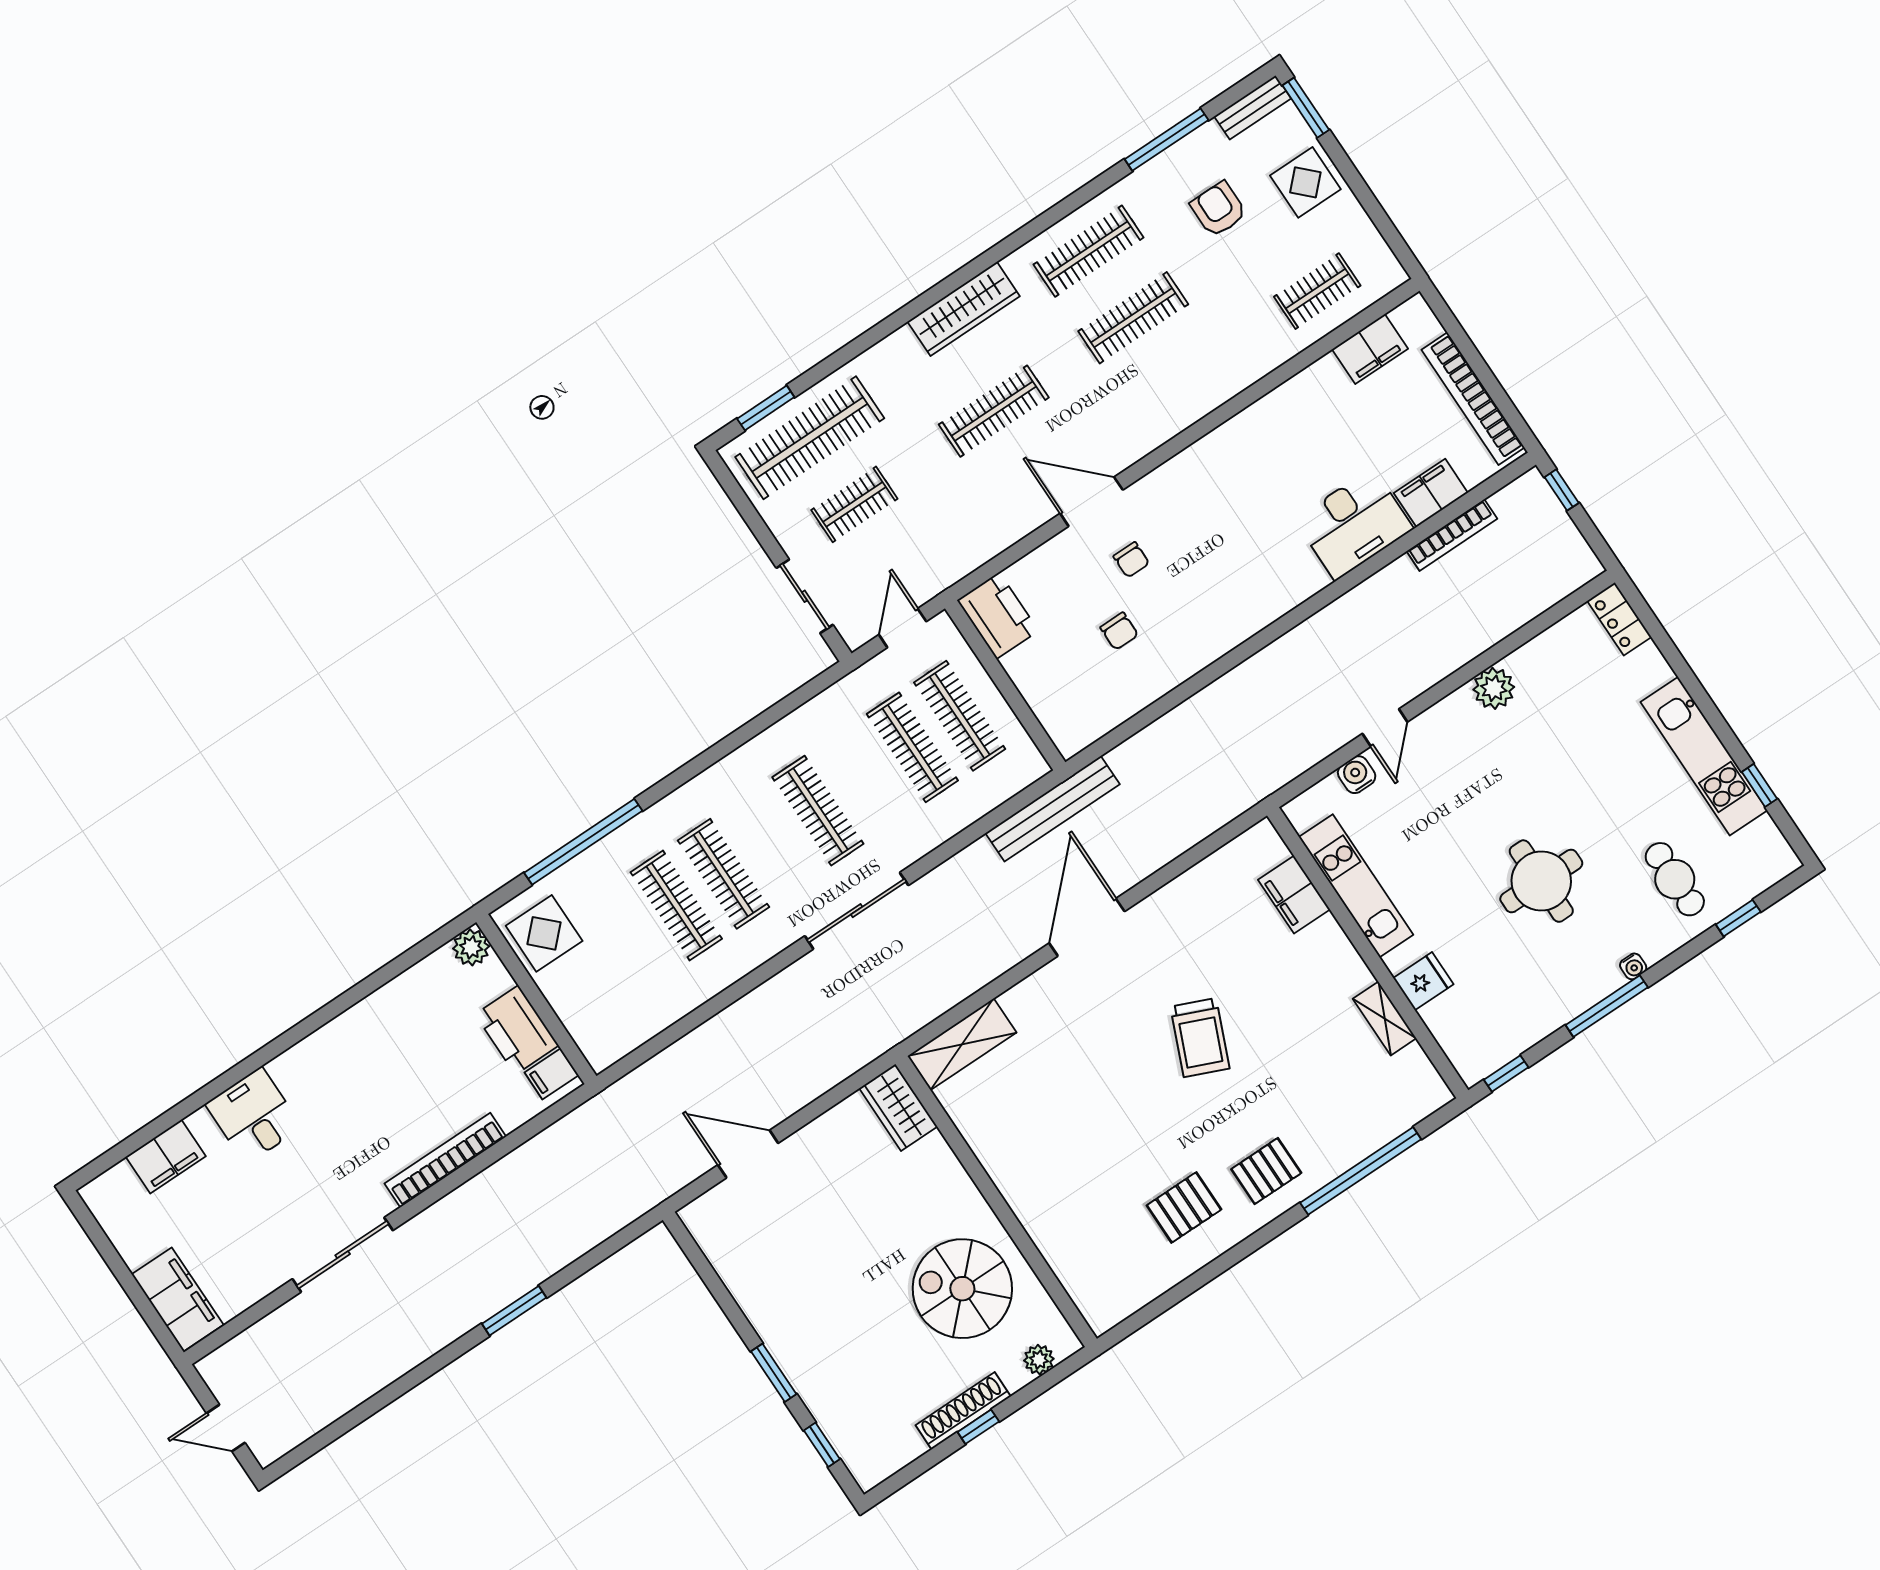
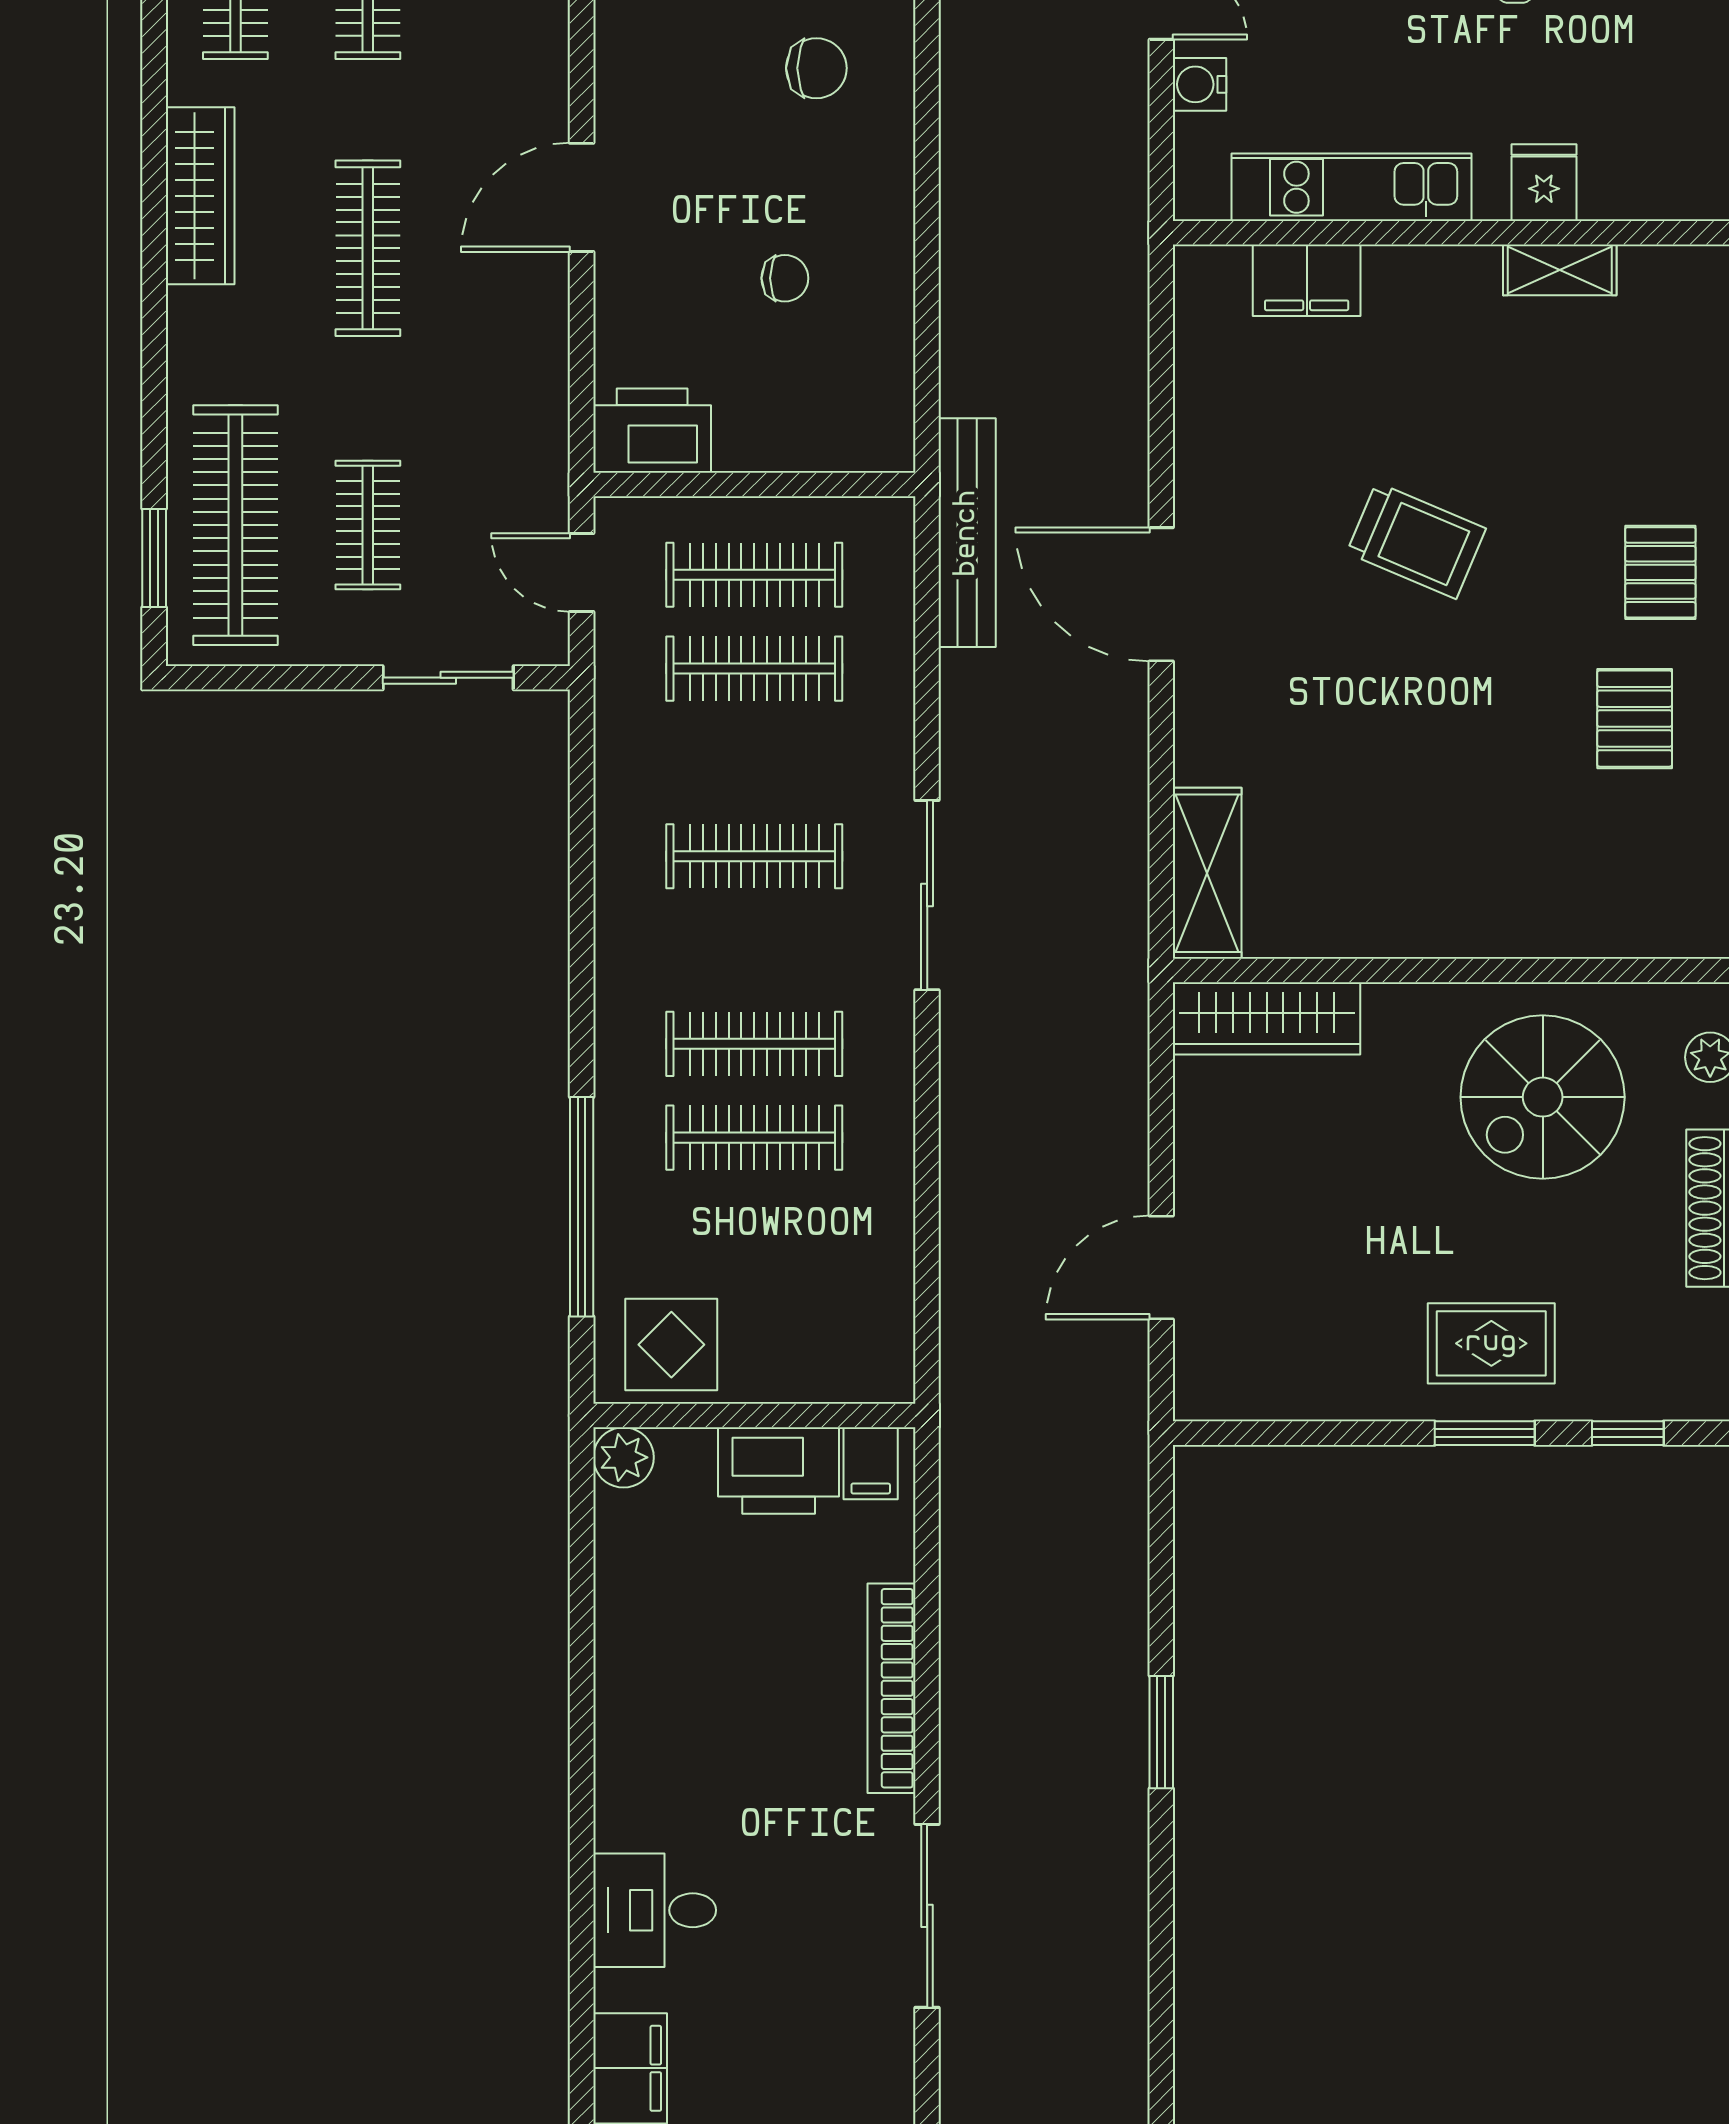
chair: (1131, 560) -> (816, 68), moved, width x1.37, depth x1.37
wardrobe: (898, 1107) -> (1267, 1018), width x1.50
rug: (821, 1346) -> (1491, 1343), added

